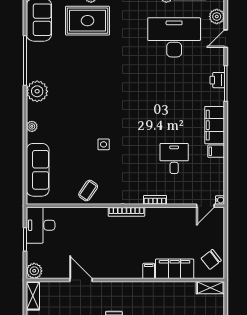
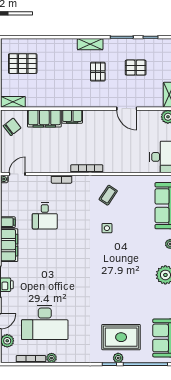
coffee table: (88, 191) -> (108, 195), moved
filing cabinet: (149, 271) -> (72, 117), width x2.00

